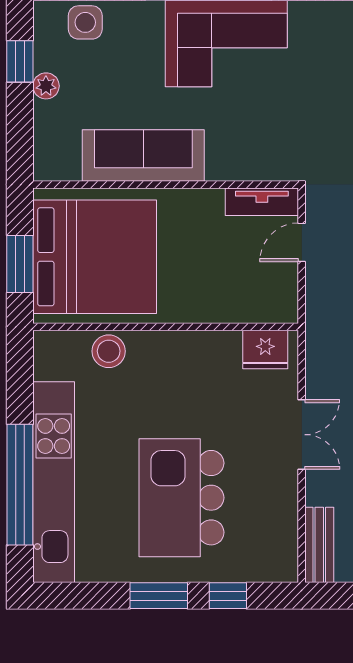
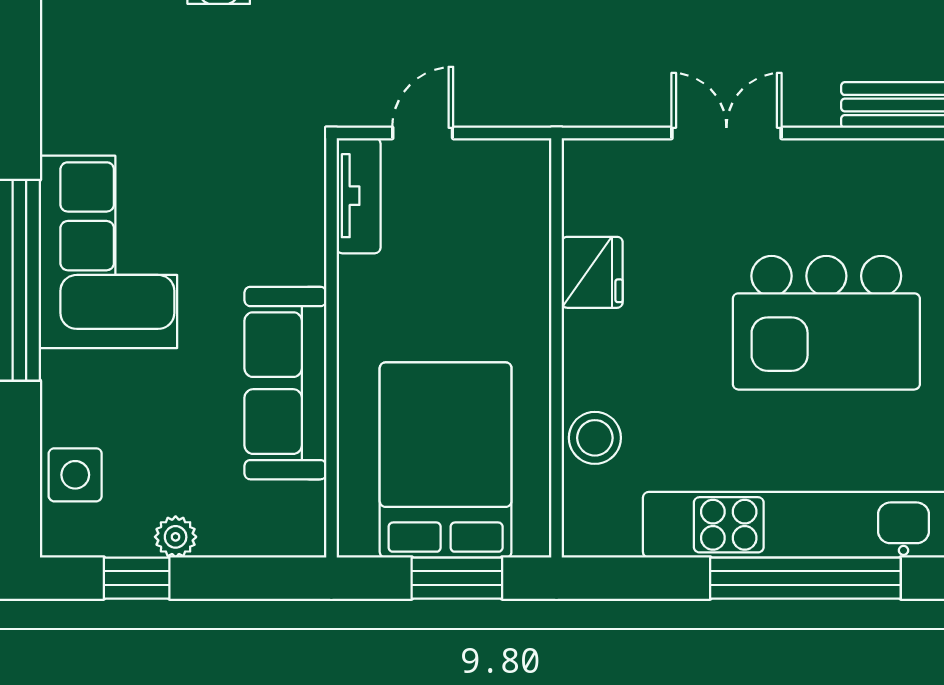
door: (302, 242) -> (423, 133), swing flipped
bed: (95, 257) -> (446, 460), width x0.73
fridge: (265, 350) -> (592, 272), moved

